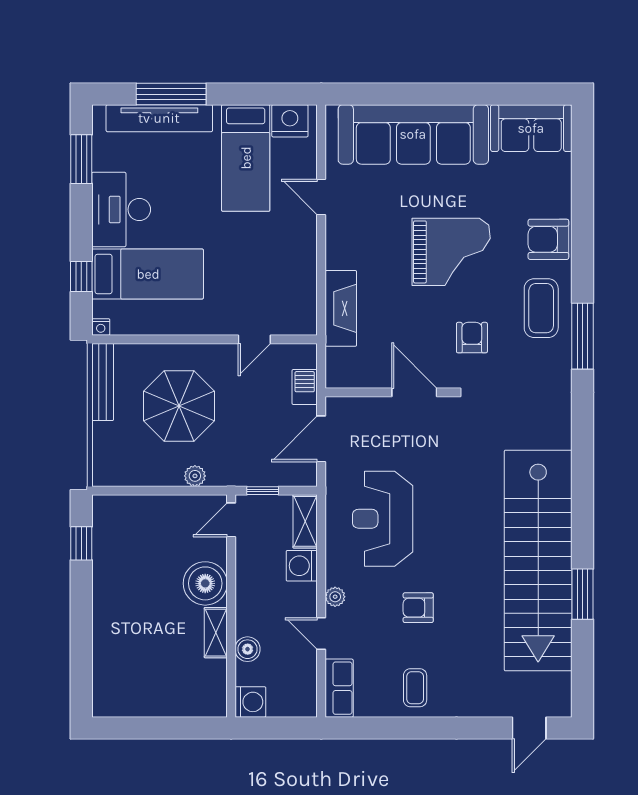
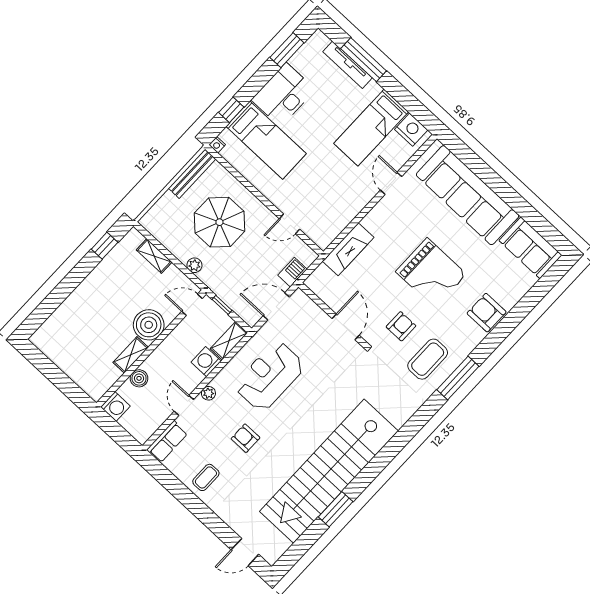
tv unit: (159, 118) -> (347, 65), width x0.73, depth x0.78
coffee table: (541, 308) -> (428, 359), moved
shelving: (143, 506) -> (154, 256), added

